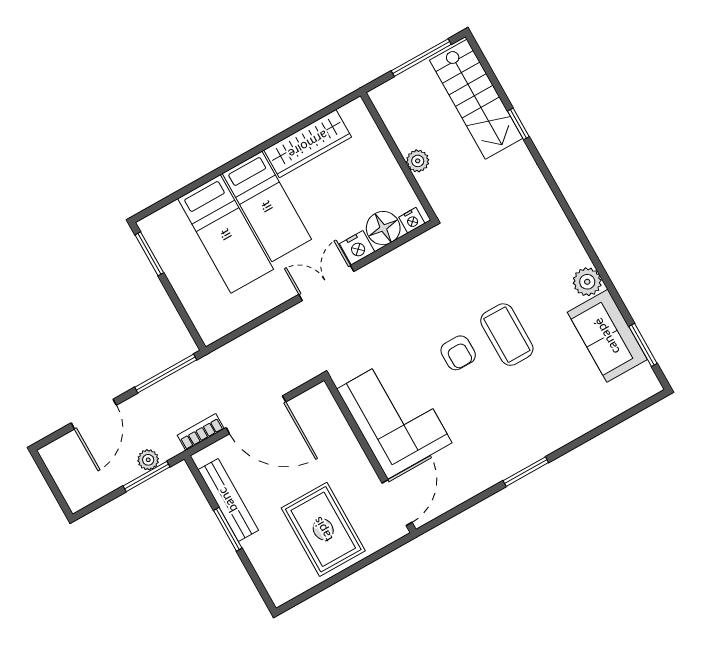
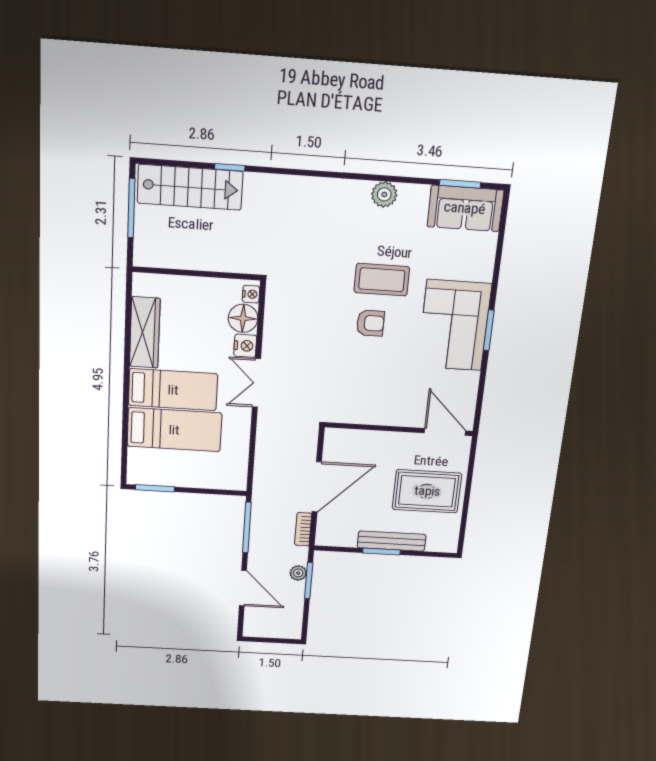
plant: (418, 161) -> (209, 262), removed
sofa: (607, 336) -> (465, 208), moved
corner sofa: (394, 416) -> (454, 325), moved, turned -90
bench: (228, 500) -> (392, 541), moved

